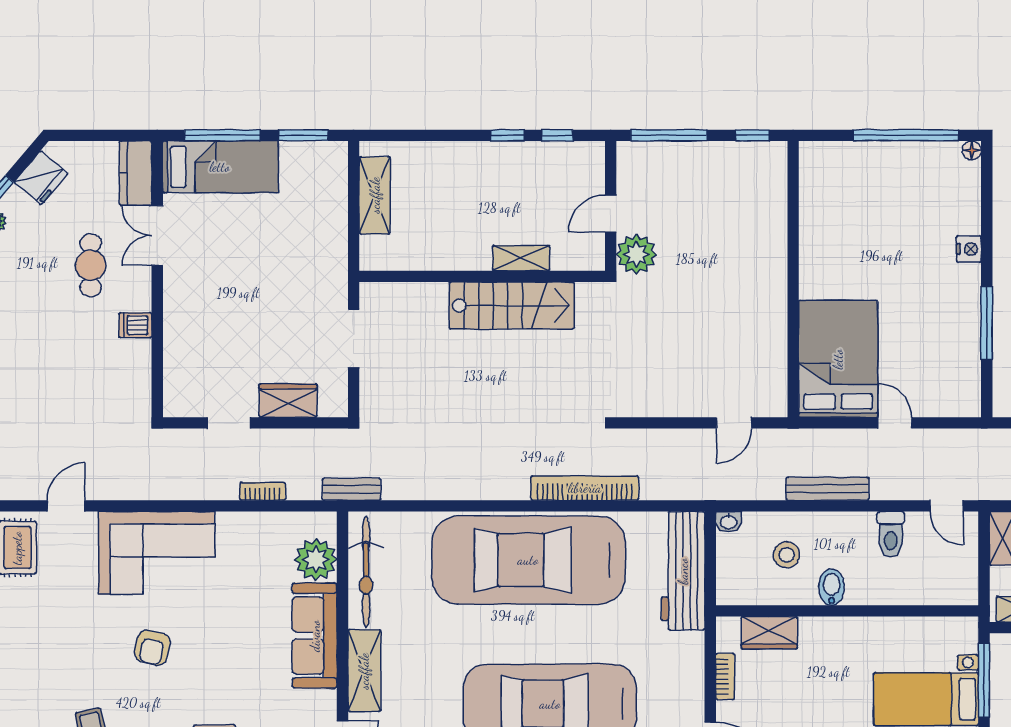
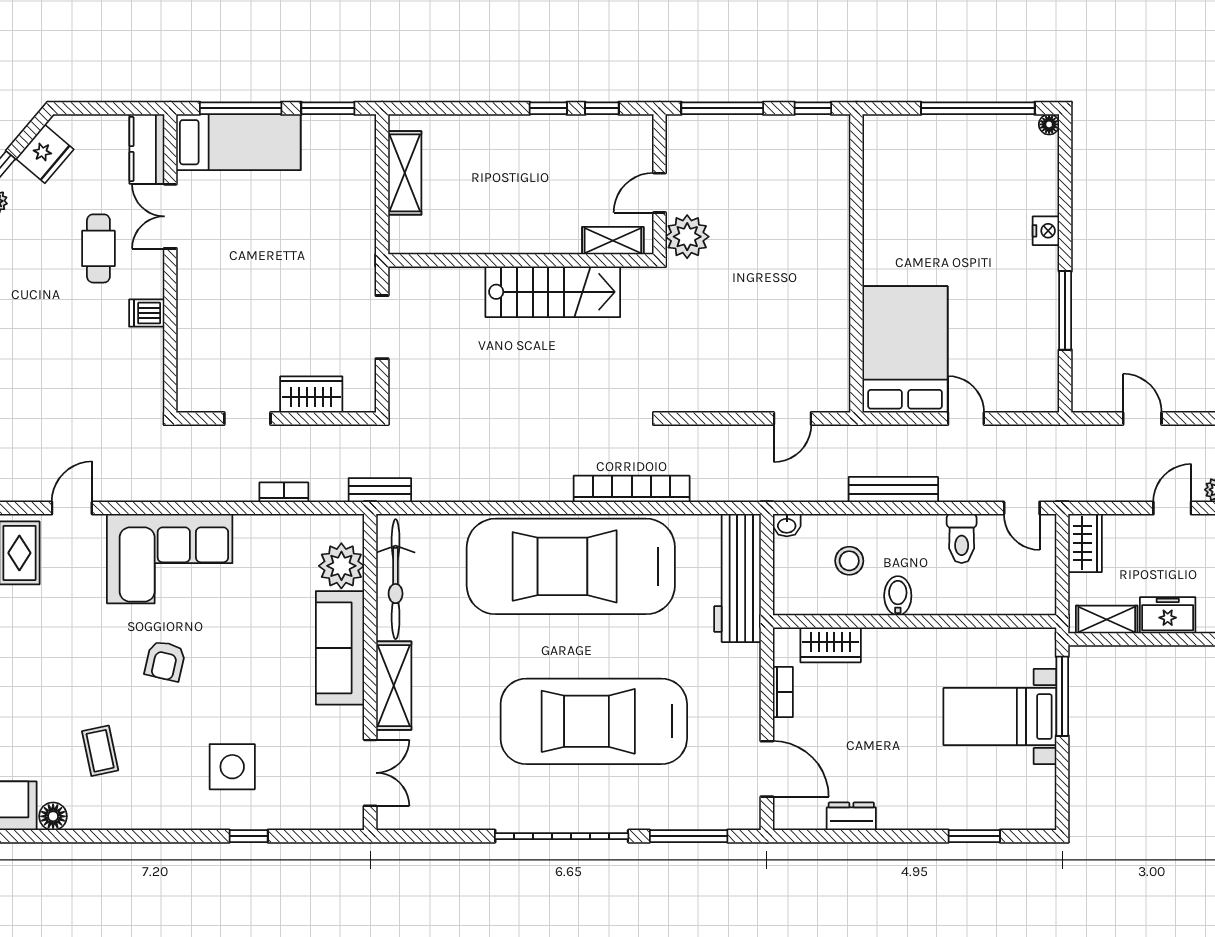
shelving: (521, 258) -> (613, 241), moved

